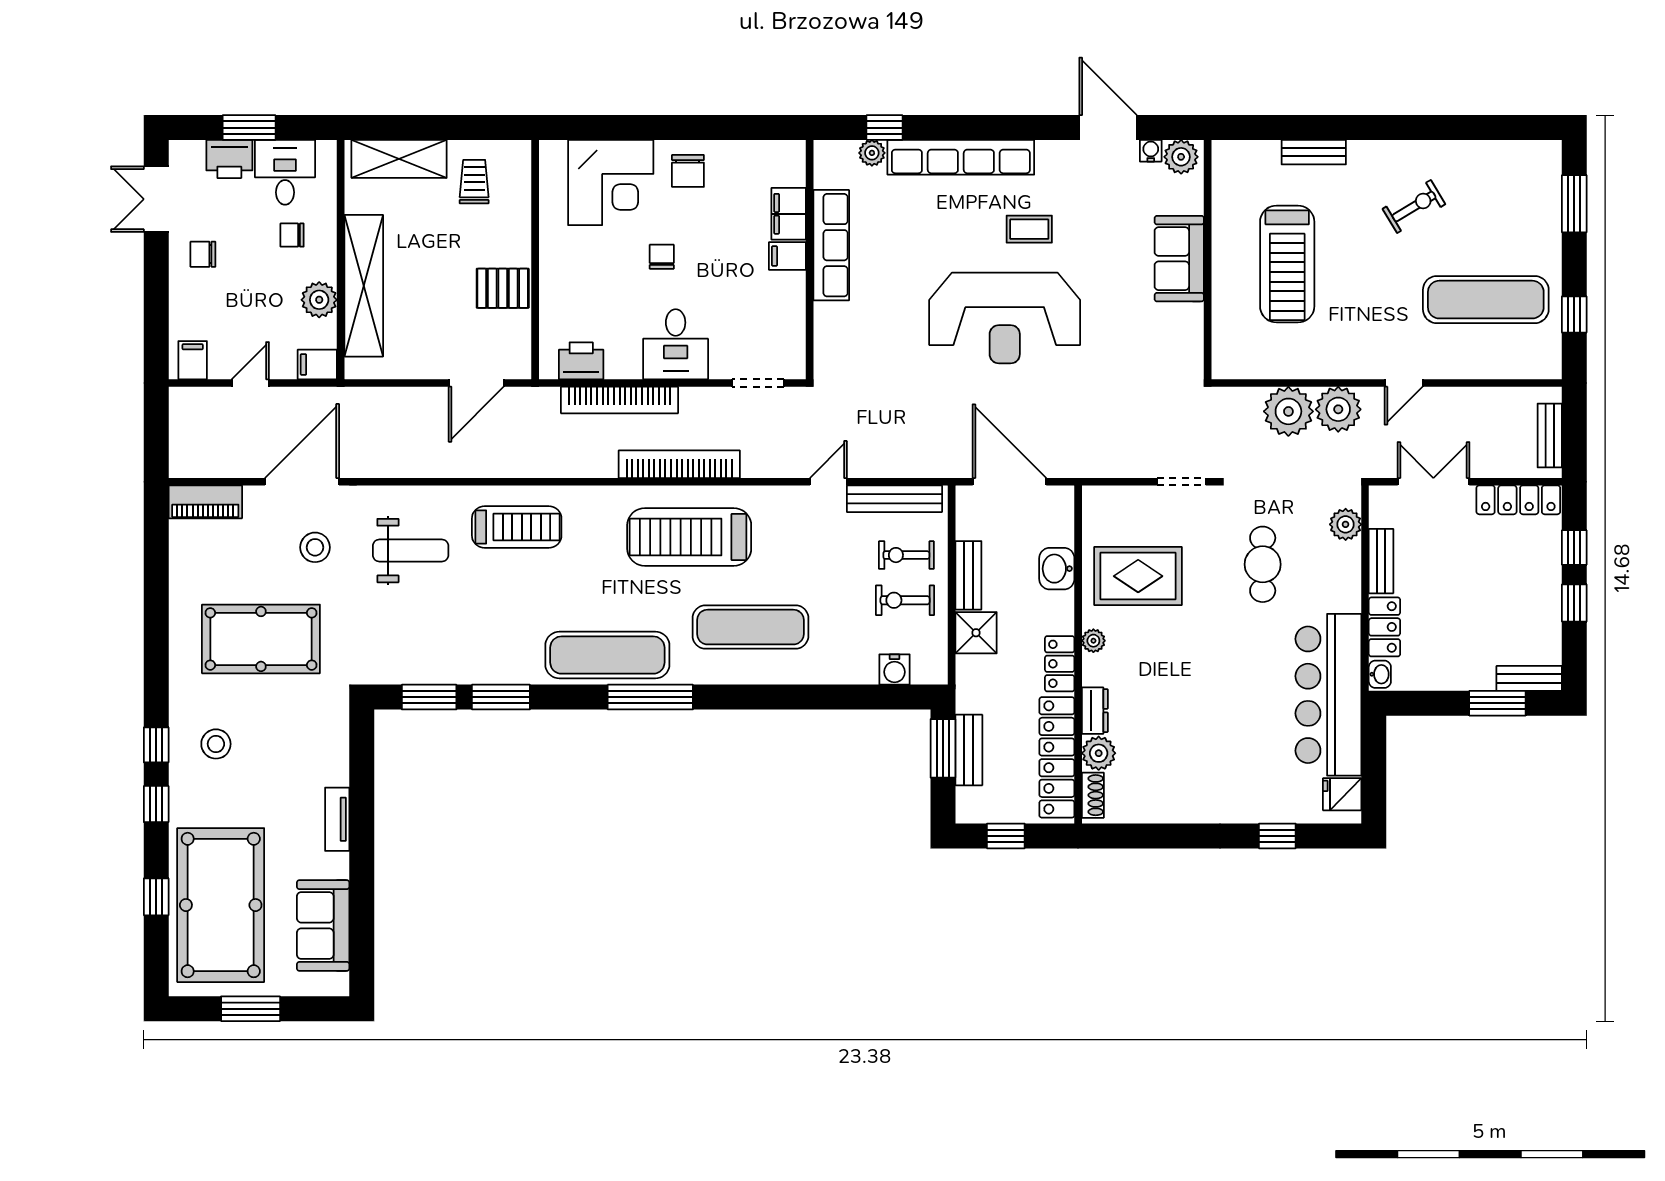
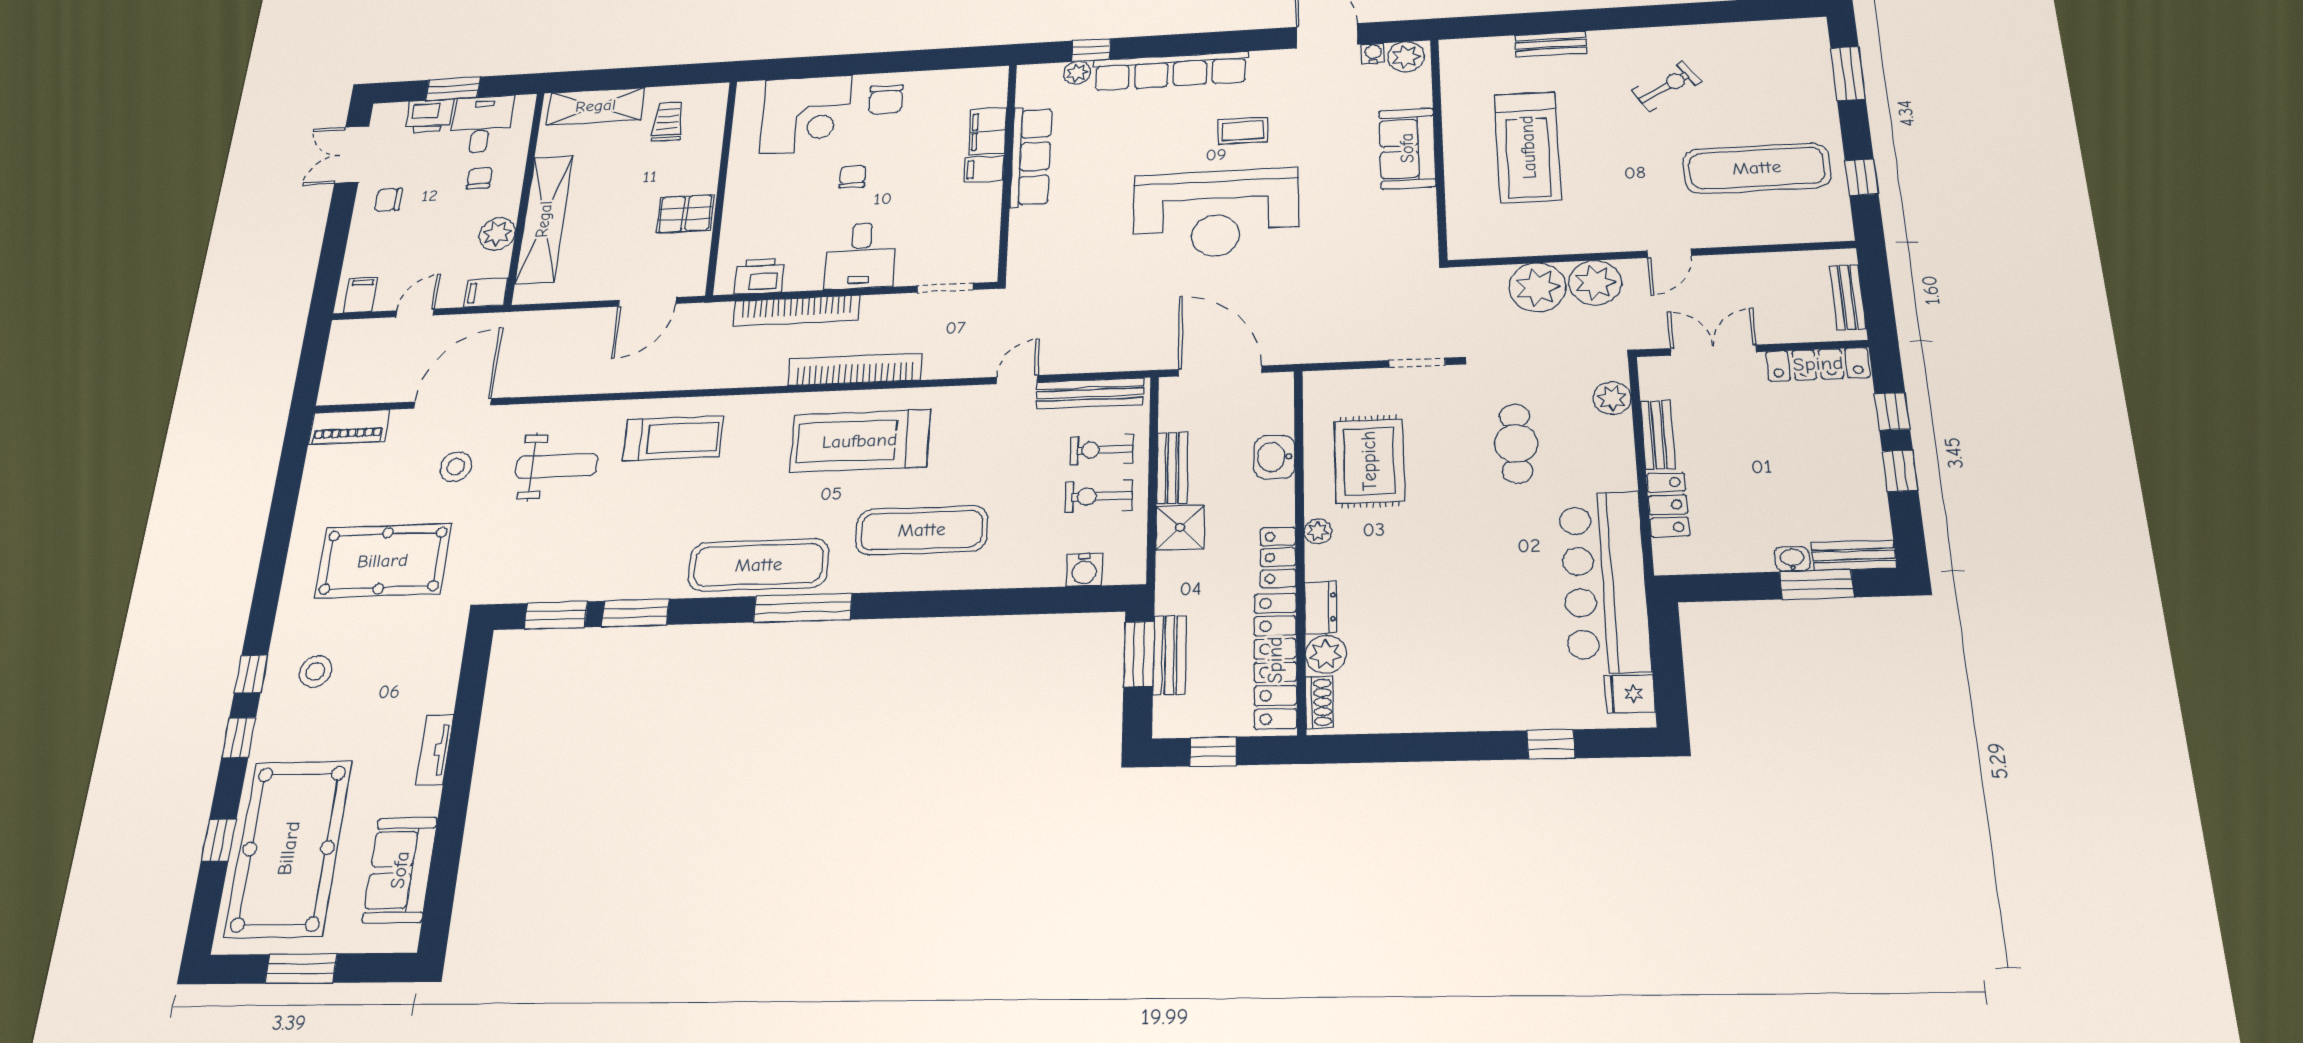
chair: (292, 235) -> (479, 178), turned 90
rug: (1138, 576) -> (1369, 461), turned 90
washbasin: (1380, 674) -> (1792, 559), moved, turned -90

